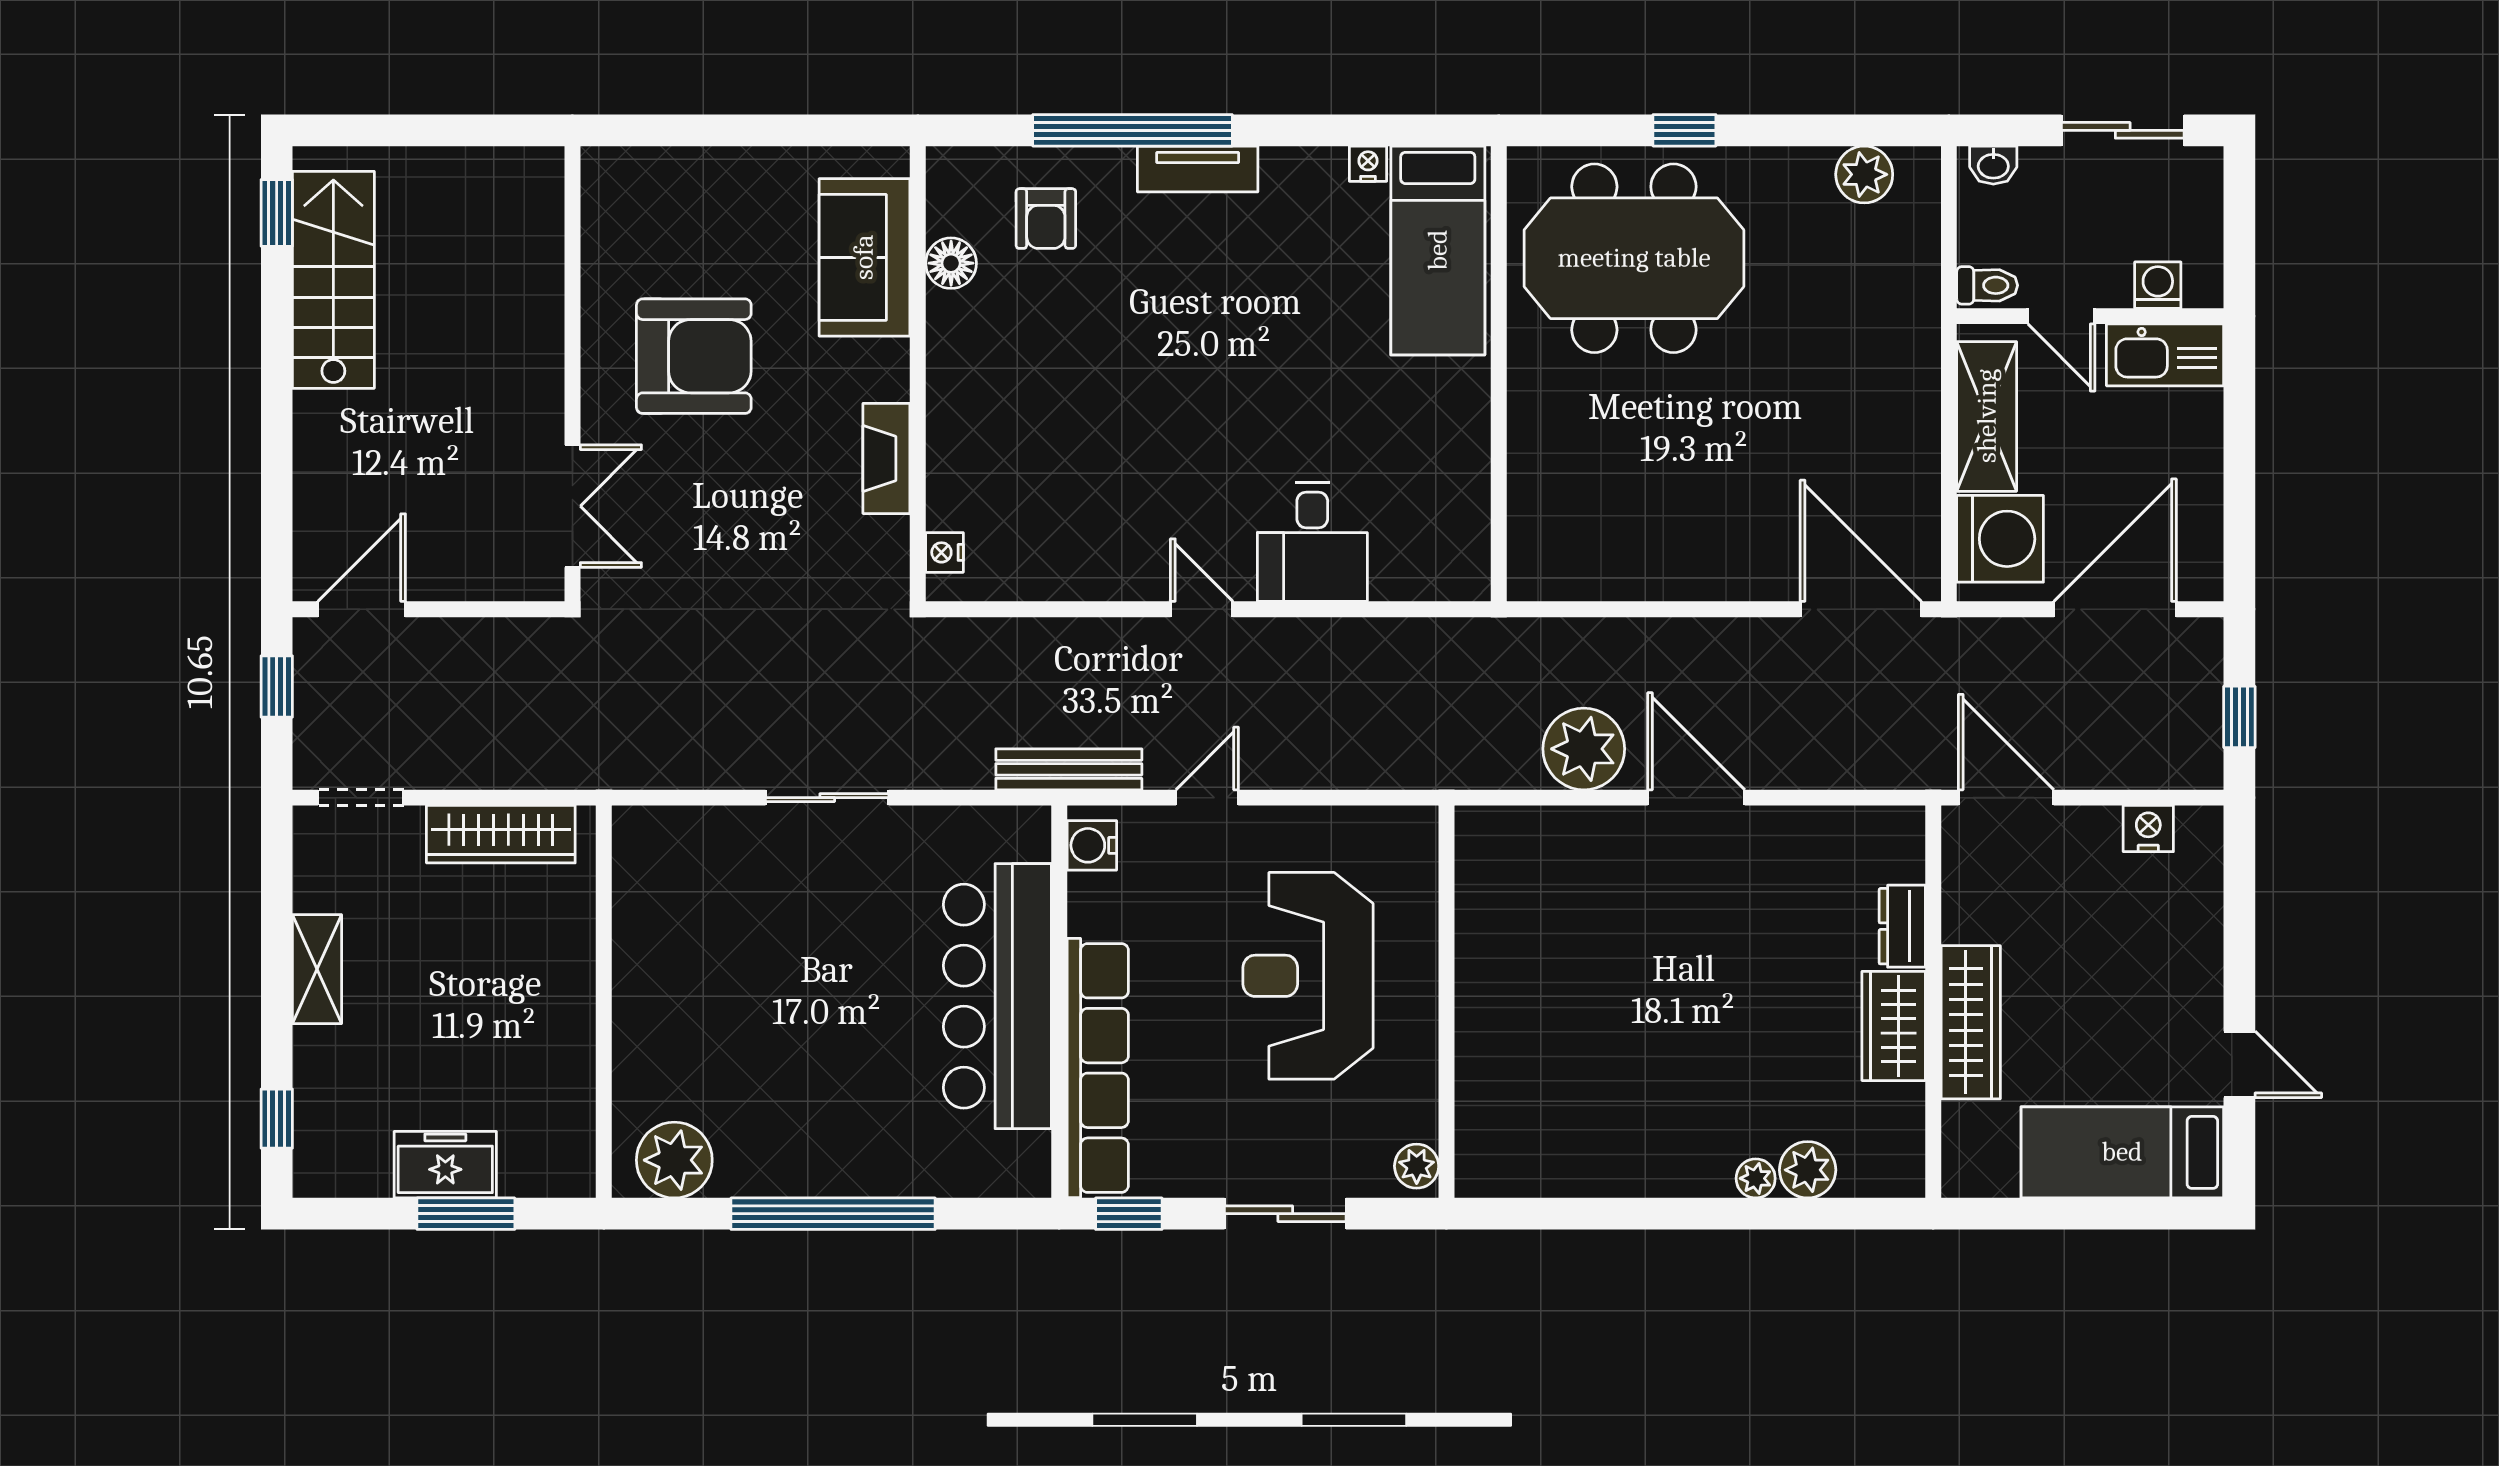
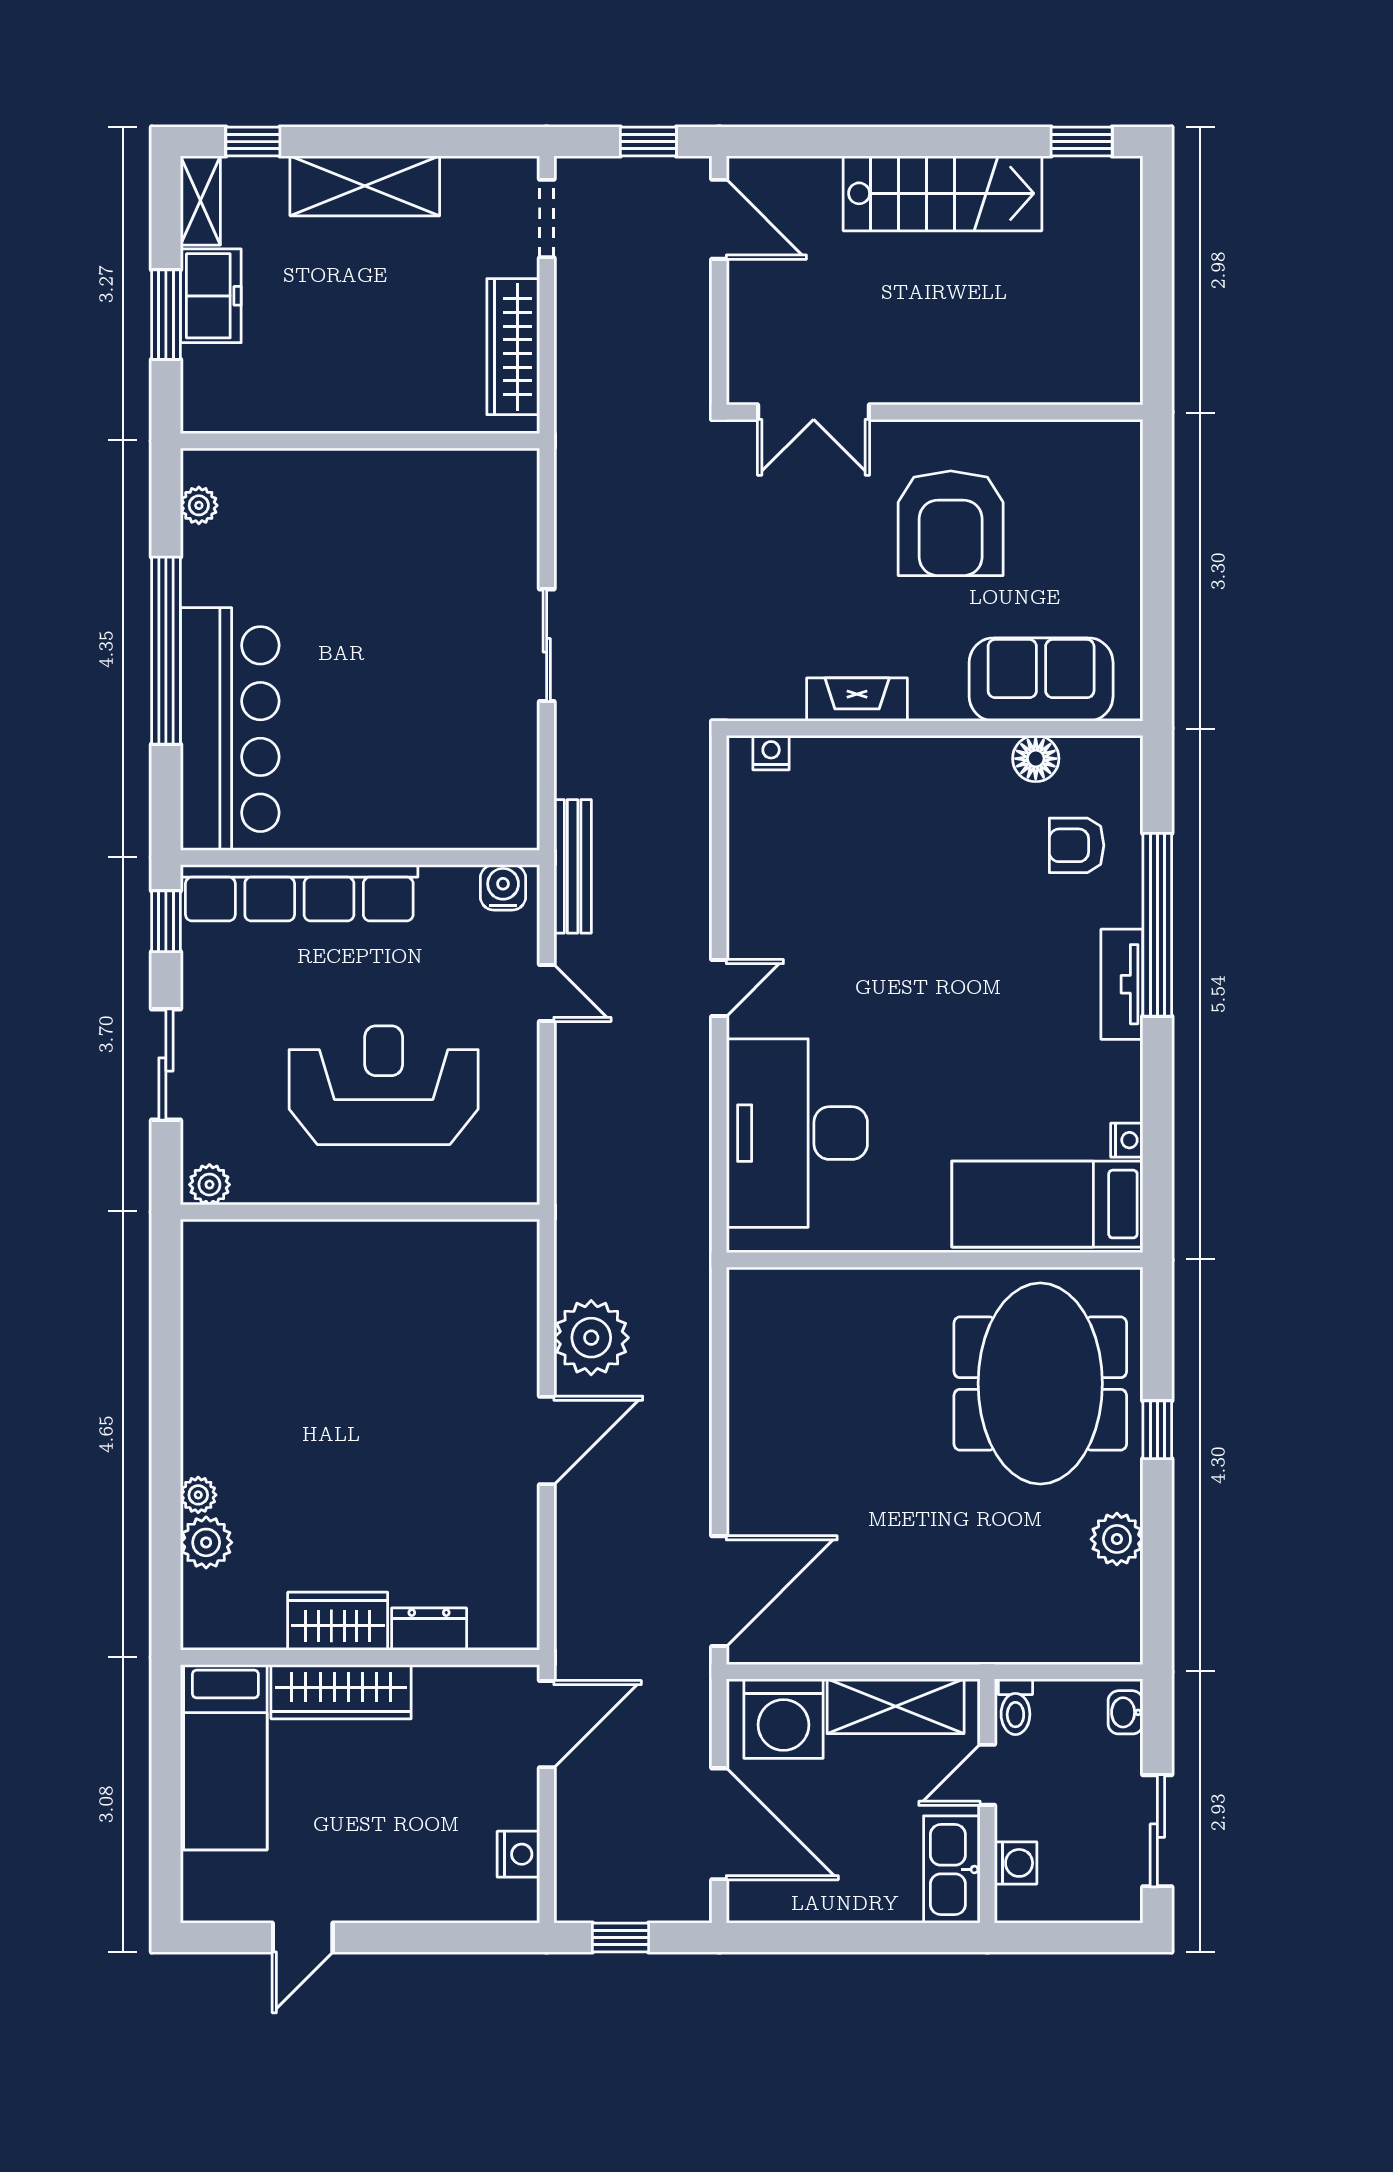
plant: (1864, 174) -> (1117, 1539), moved
stairs: (333, 280) -> (942, 193), moved
desk: (1312, 542) -> (797, 1133), width x1.87, depth x1.30
shelving: (317, 969) -> (365, 186), width x1.50, depth x1.33
bar counter: (997, 996) -> (230, 729), moved, turned 90
bed: (2122, 1152) -> (225, 1757), moved, turned 180
plant: (674, 1160) -> (199, 505), width x0.53, depth x0.53
shelving: (341, 1176) -> (200, 201), added

